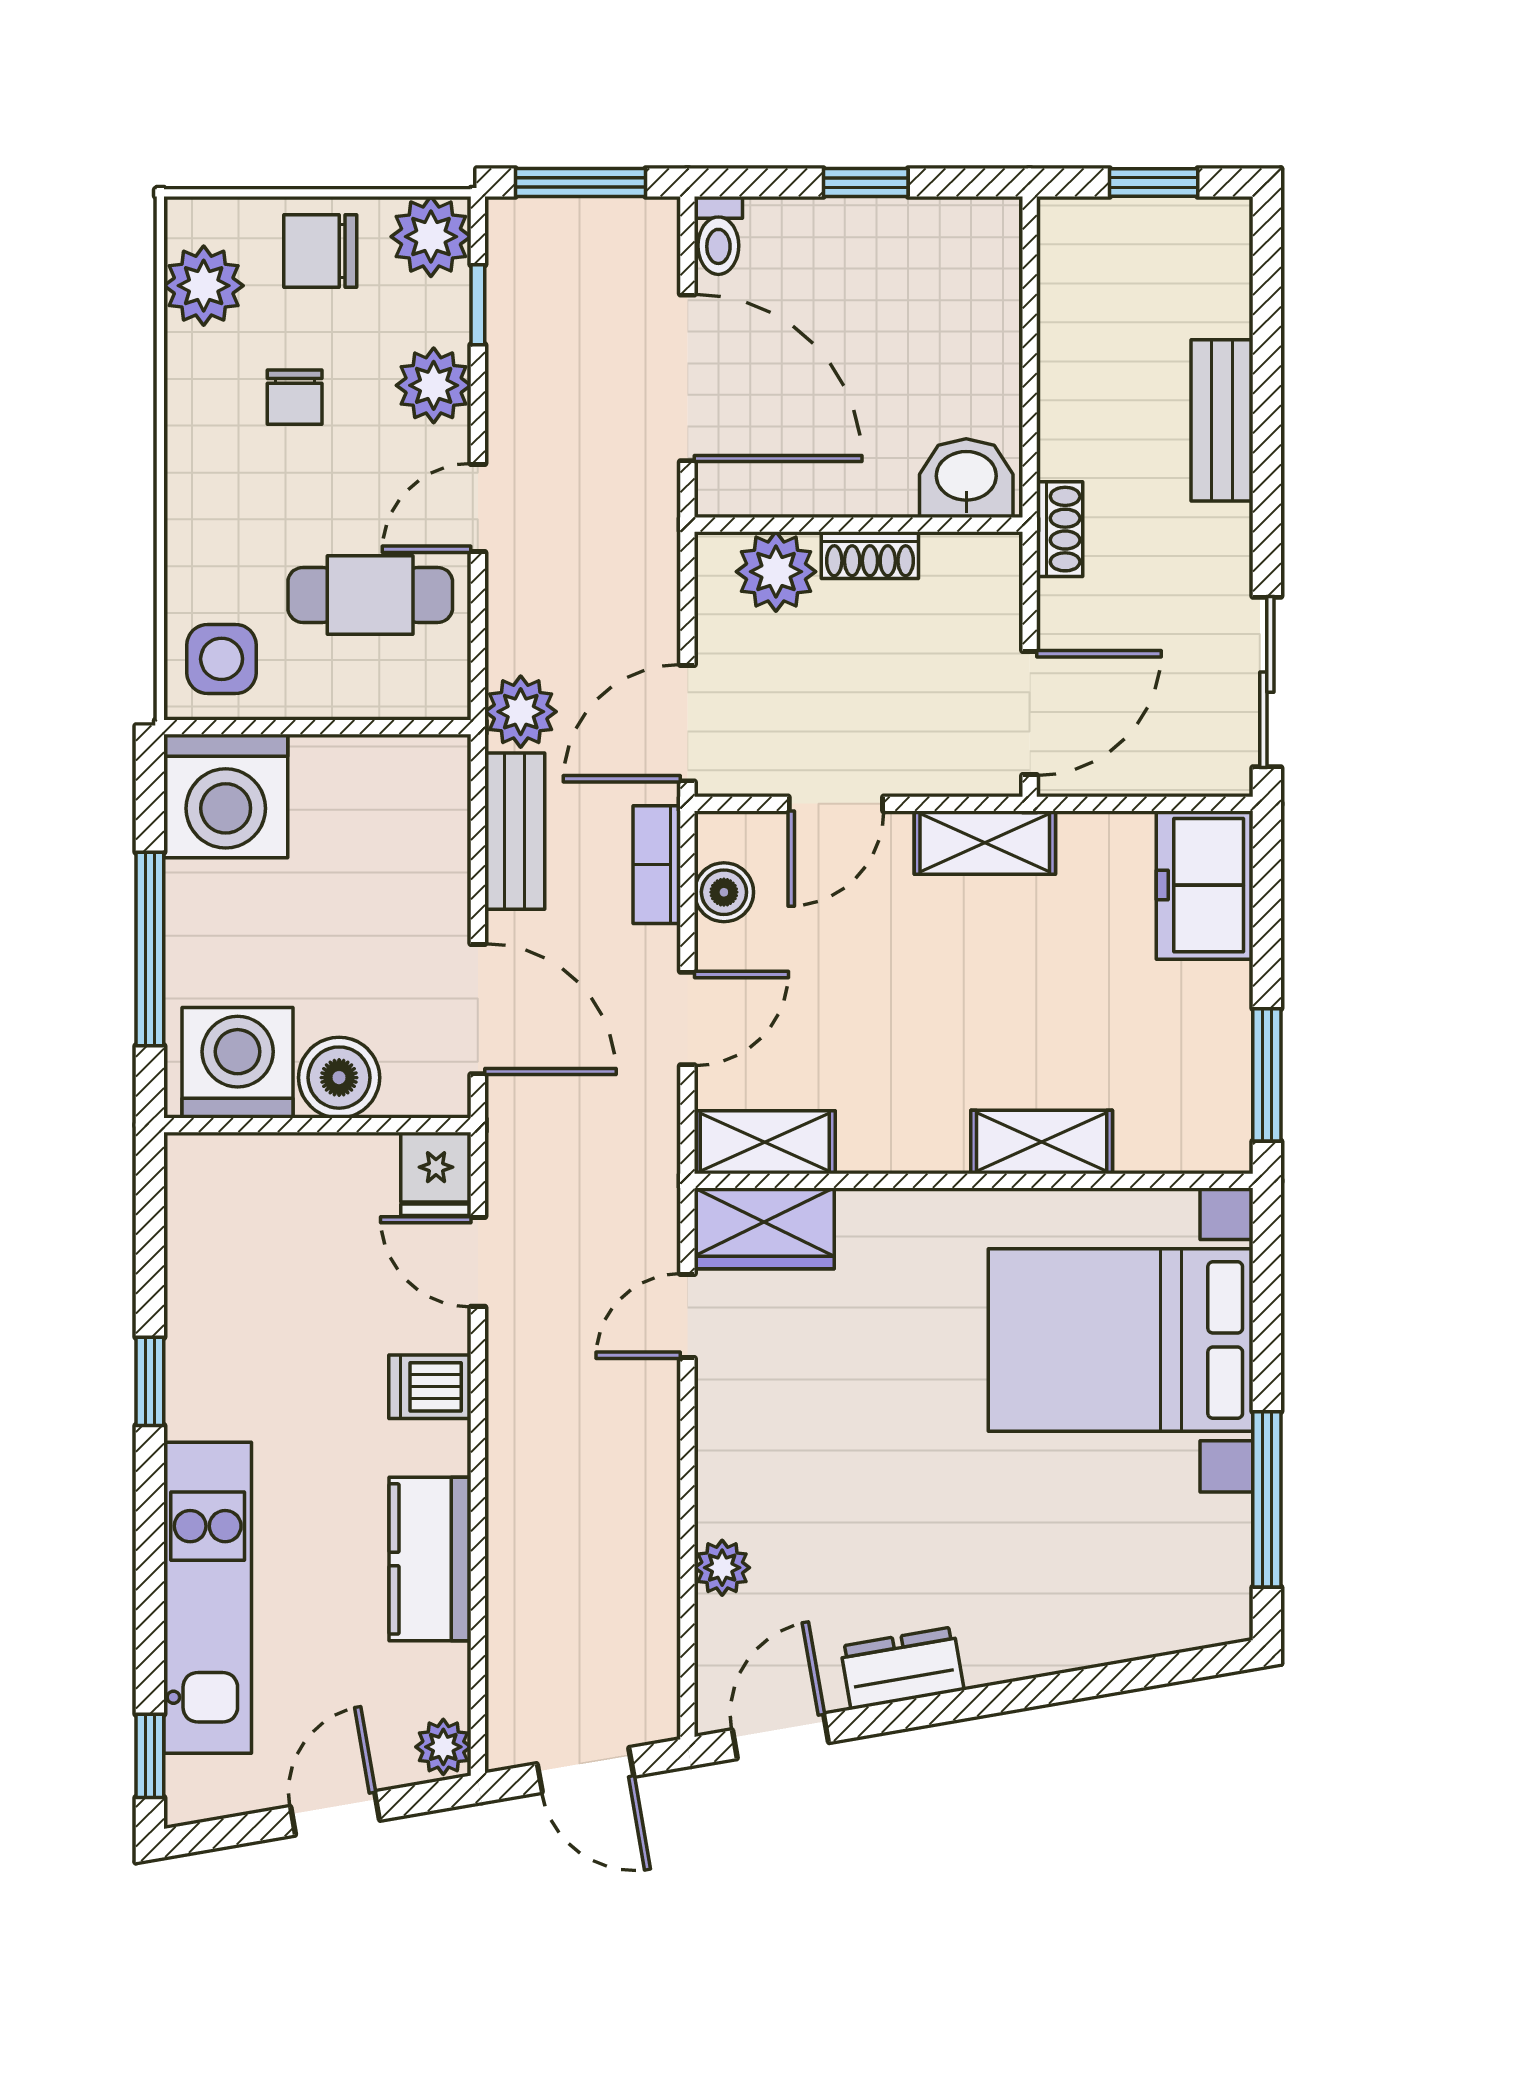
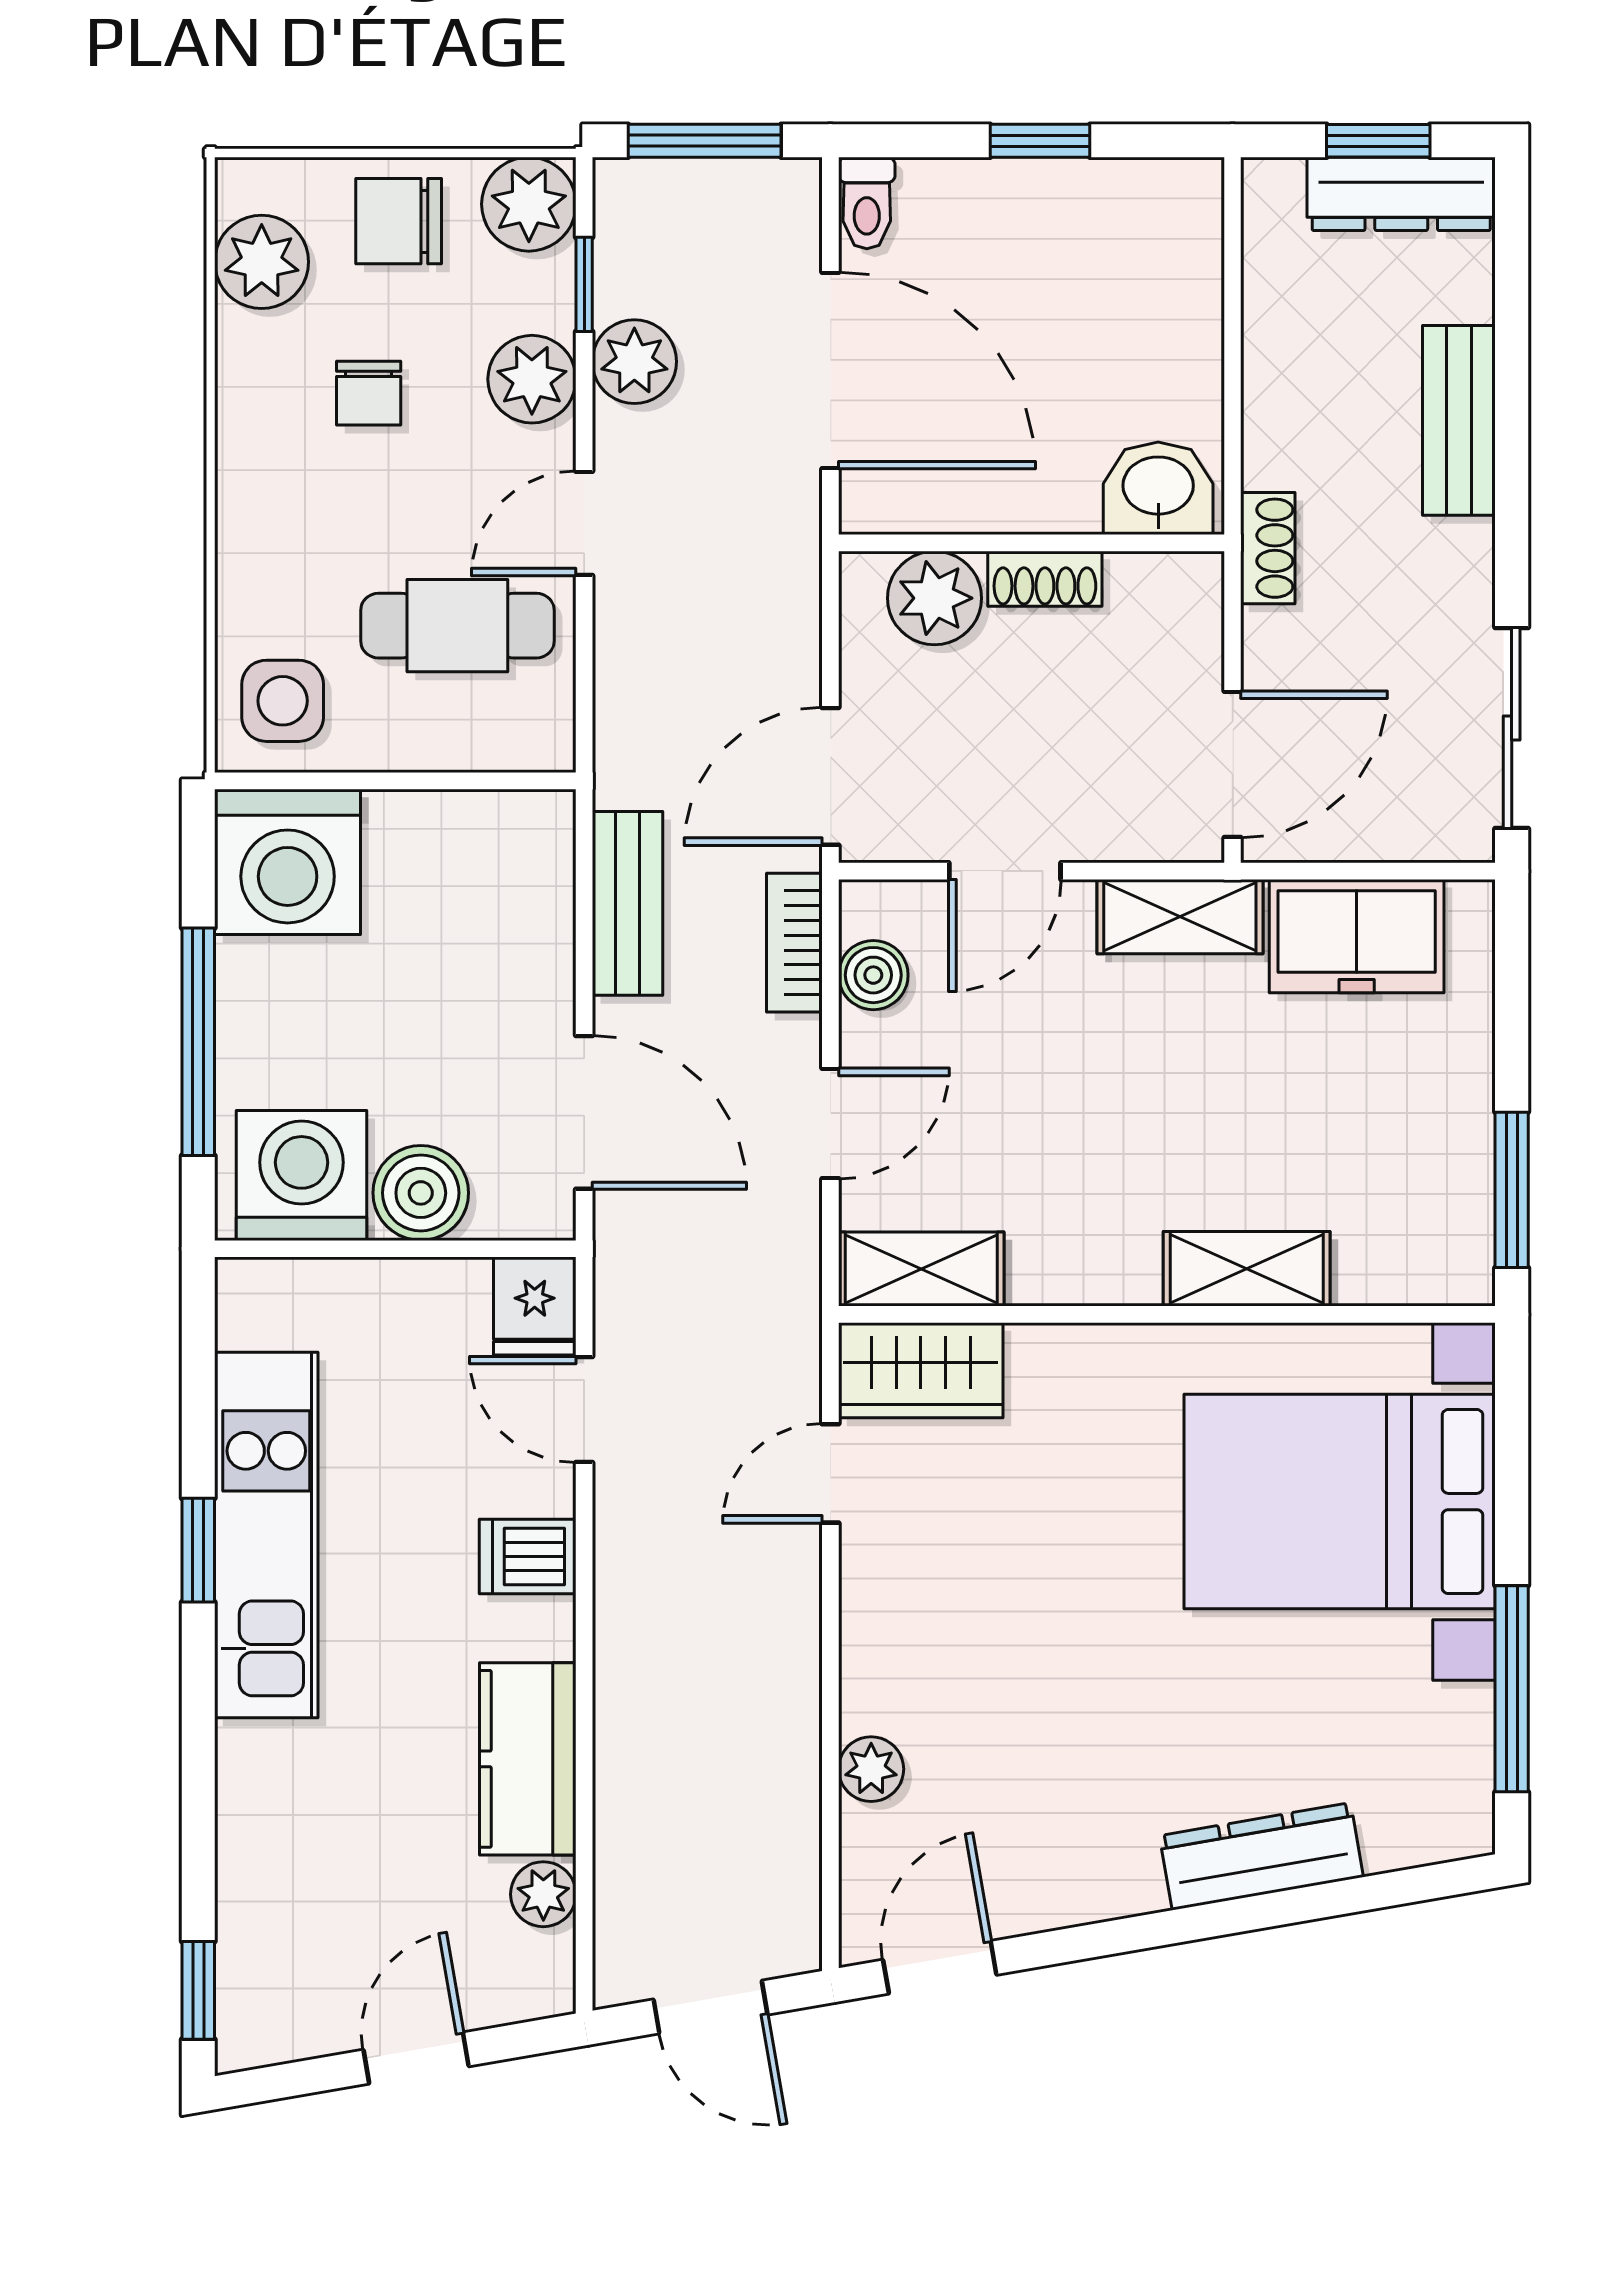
dresser: (1173, 228) -> (1401, 194), added
plant: (521, 712) -> (634, 362), moved
freezer: (1205, 885) -> (1357, 936), moved, turned -90
kitchen unit: (208, 1598) -> (266, 1535), moved
dresser: (902, 1668) -> (1261, 1856), moved, width x1.44
plant: (443, 1747) -> (543, 1894), moved

